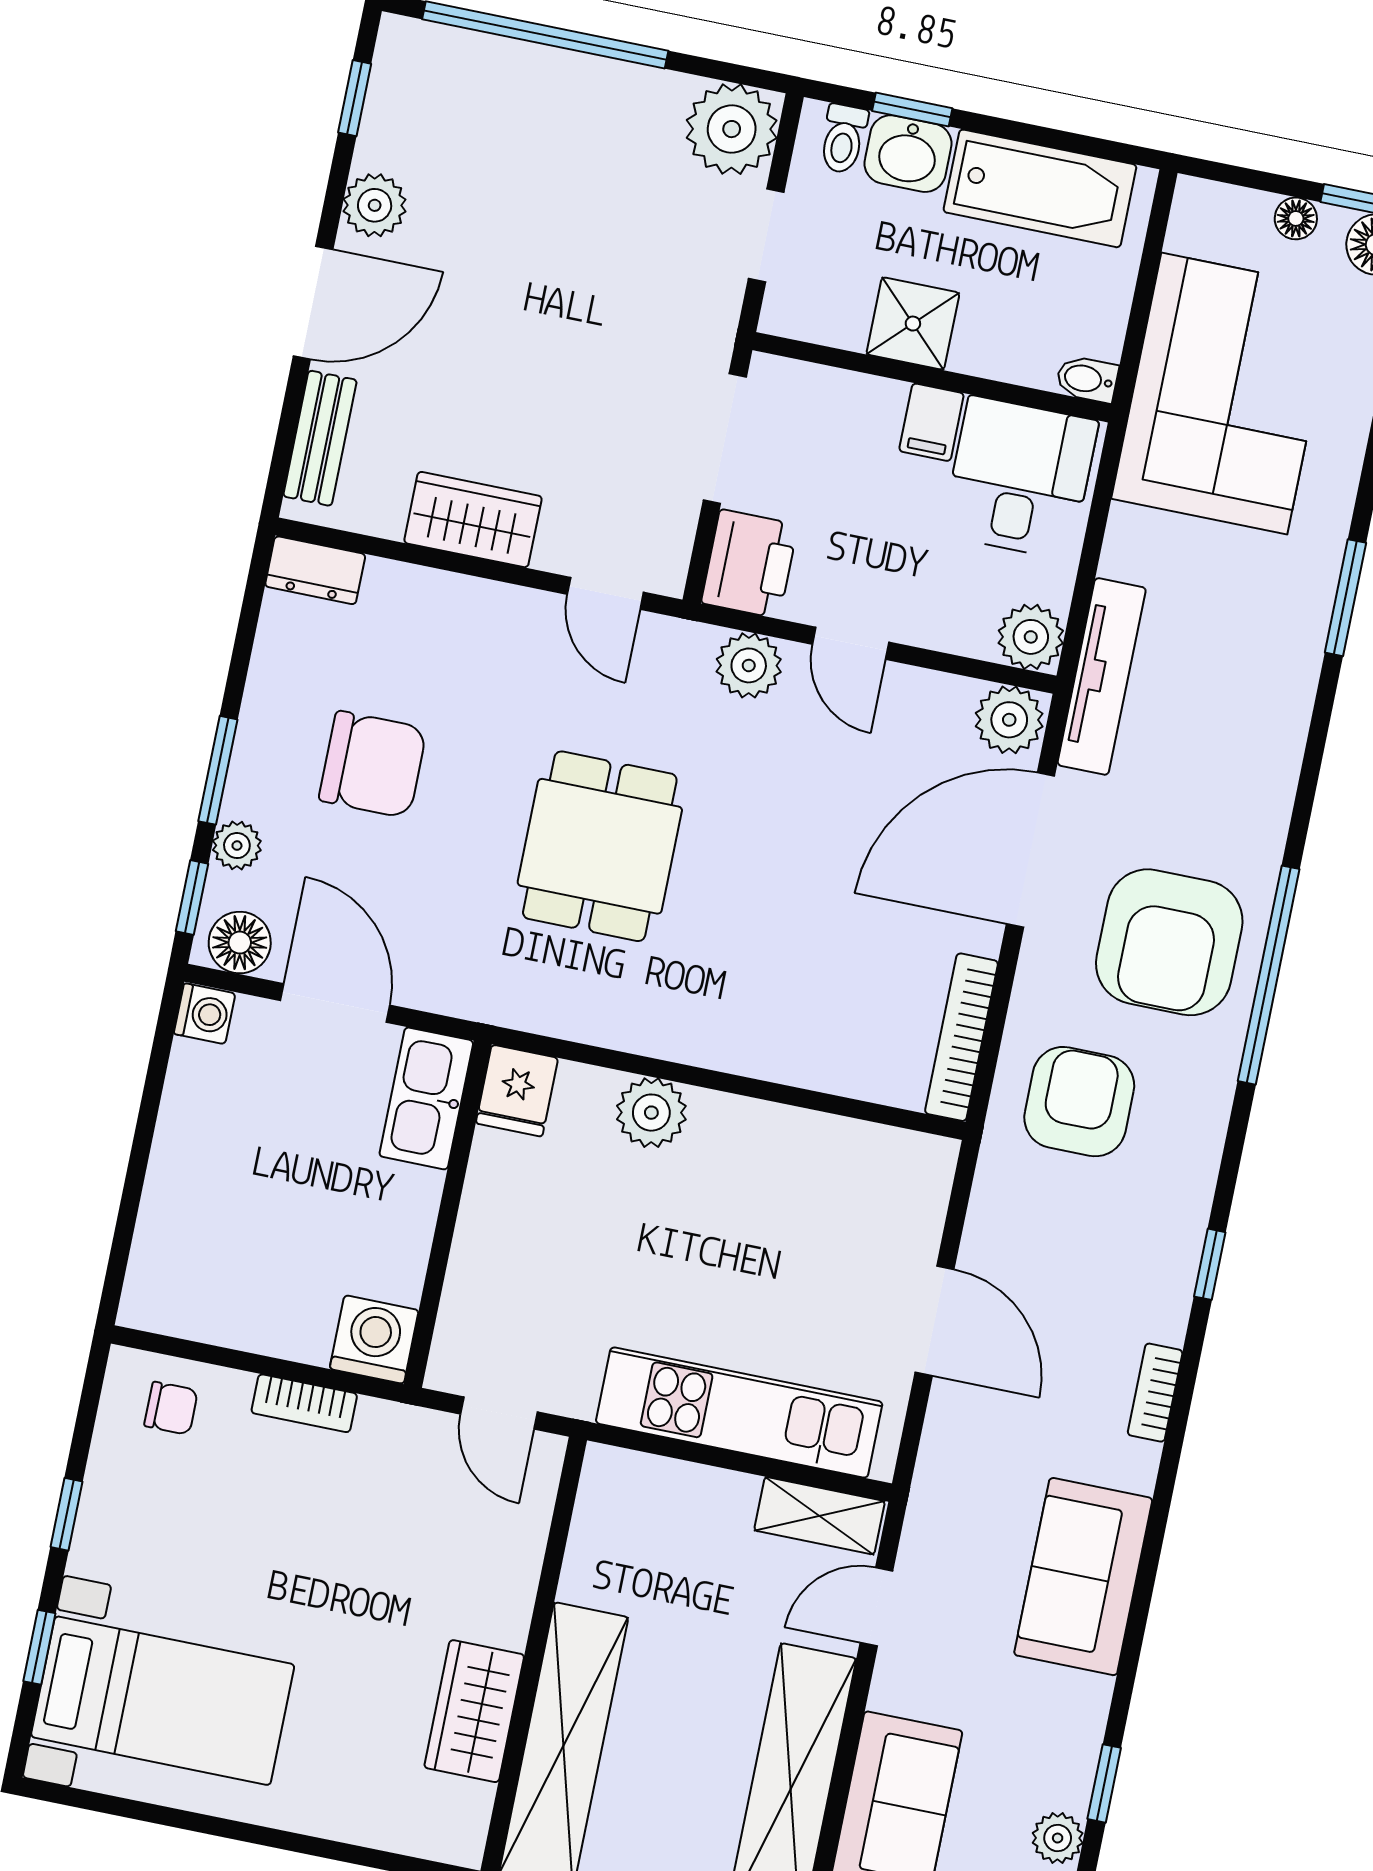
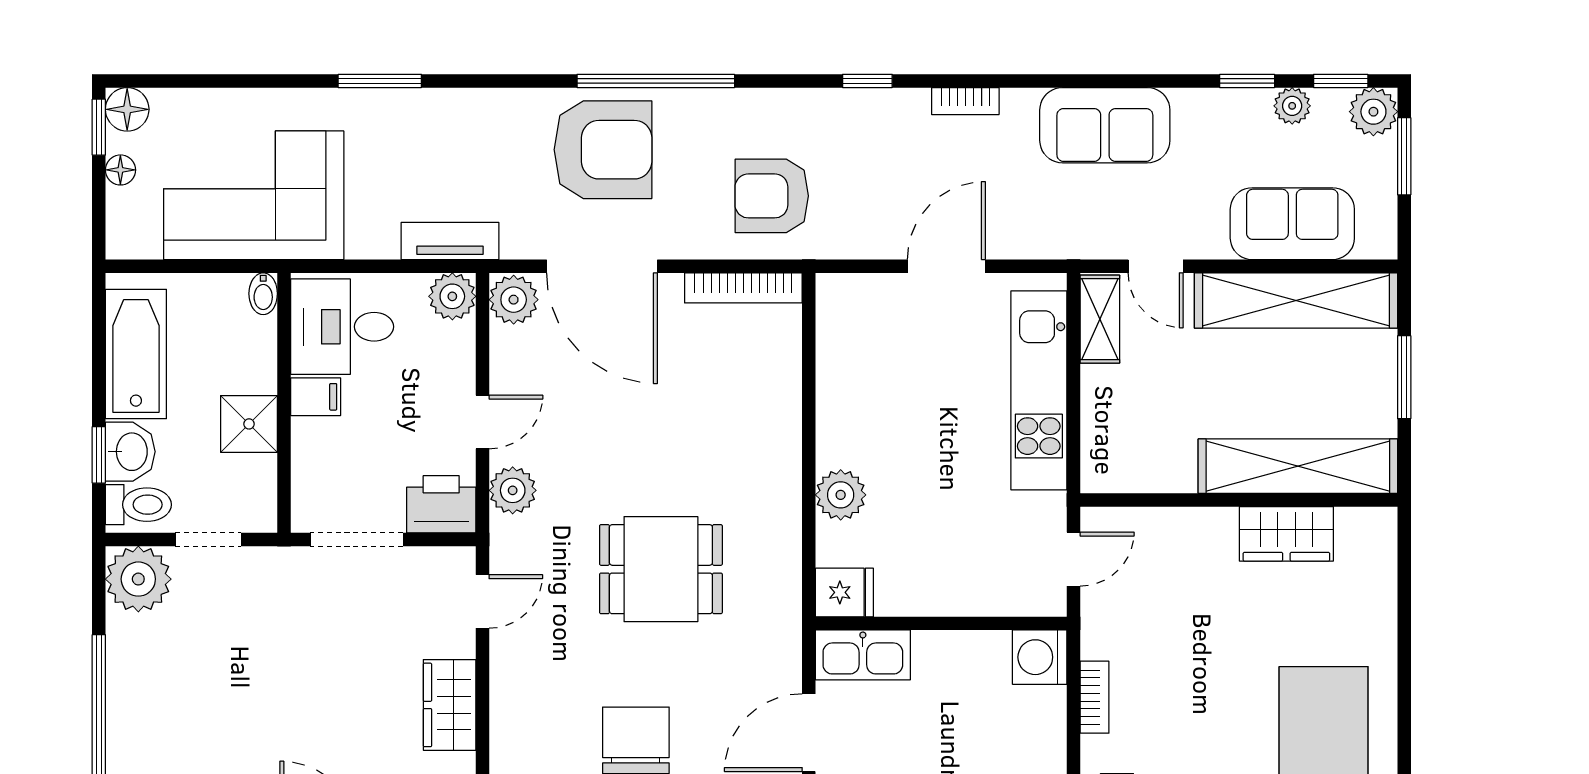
toilet: (843, 139) -> (138, 505), width x1.37, depth x1.39
tv unit: (1102, 676) -> (450, 241), width x0.71
armchair: (1169, 942) -> (603, 150), moved

